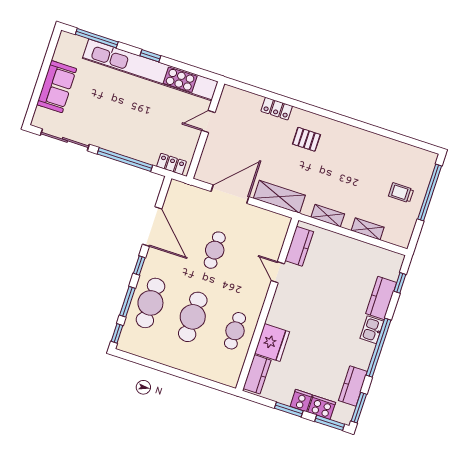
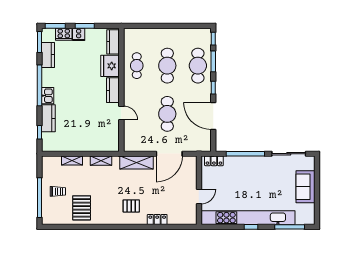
pallet: (376, 159) -> (82, 208), added
kitchen counter: (299, 246) -> (113, 90), moved
cafe table: (215, 250) -> (167, 114), width x1.37, depth x1.35

